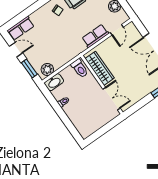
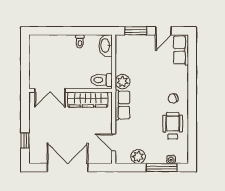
row of seats: (95, 36) -> (122, 105), moved
plant: (47, 69) -> (122, 82), moved

